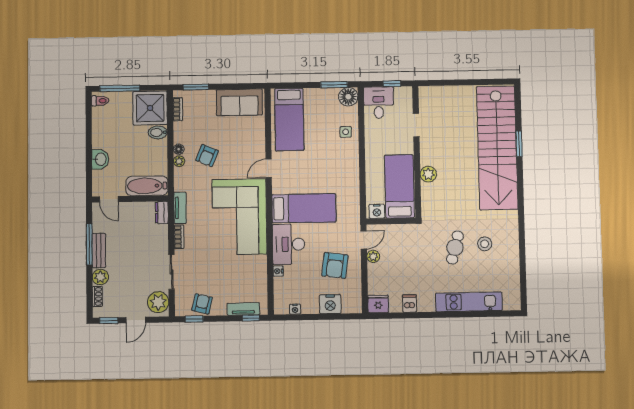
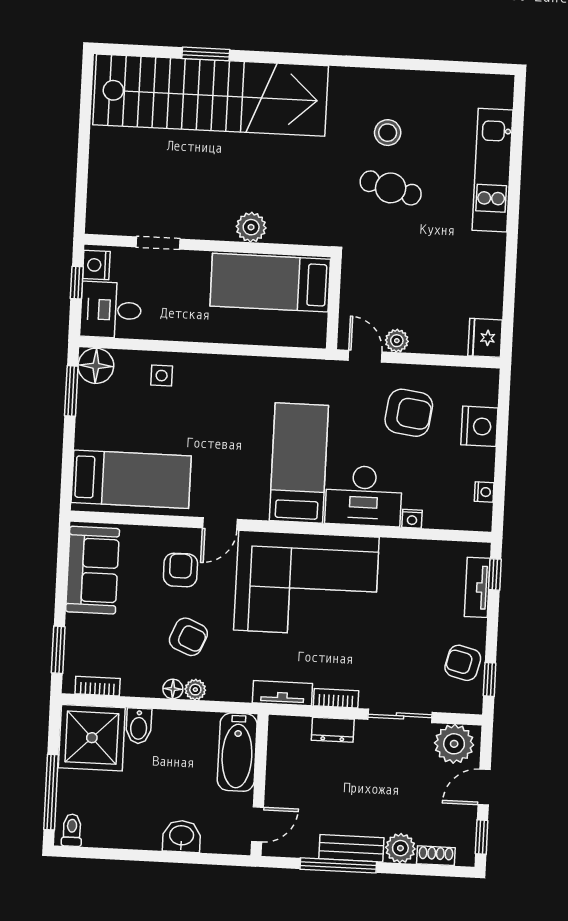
armchair: (242, 149) -> (180, 570), added
door: (269, 168) -> (220, 524), hinge flipped
nightstand: (377, 211) -> (96, 265), moved, turned 180
dresser: (162, 212) -> (333, 730), moved
dishwasher: (409, 303) -> (488, 280), removed
door: (136, 320) -> (484, 787), swing flipped

